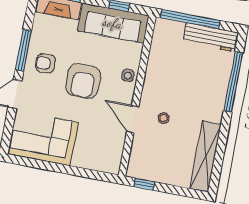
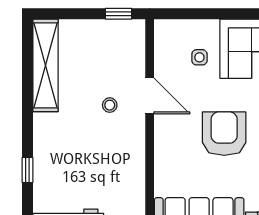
side table: (128, 76) -> (199, 57), moved
window: (233, 82) -> (27, 170), width x0.32

